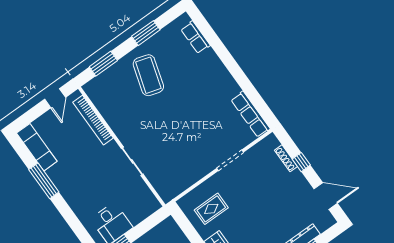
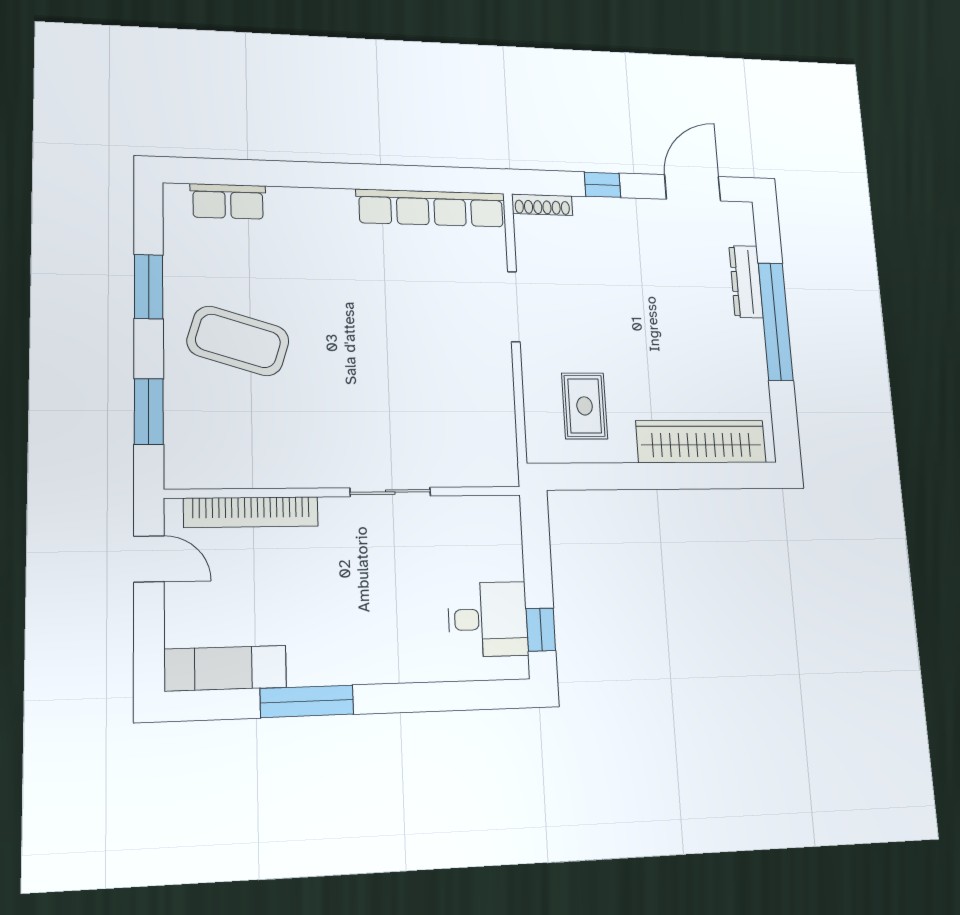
row of seats: (251, 114) -> (431, 208), width x1.36
shoe rack: (286, 158) -> (542, 205), moved

